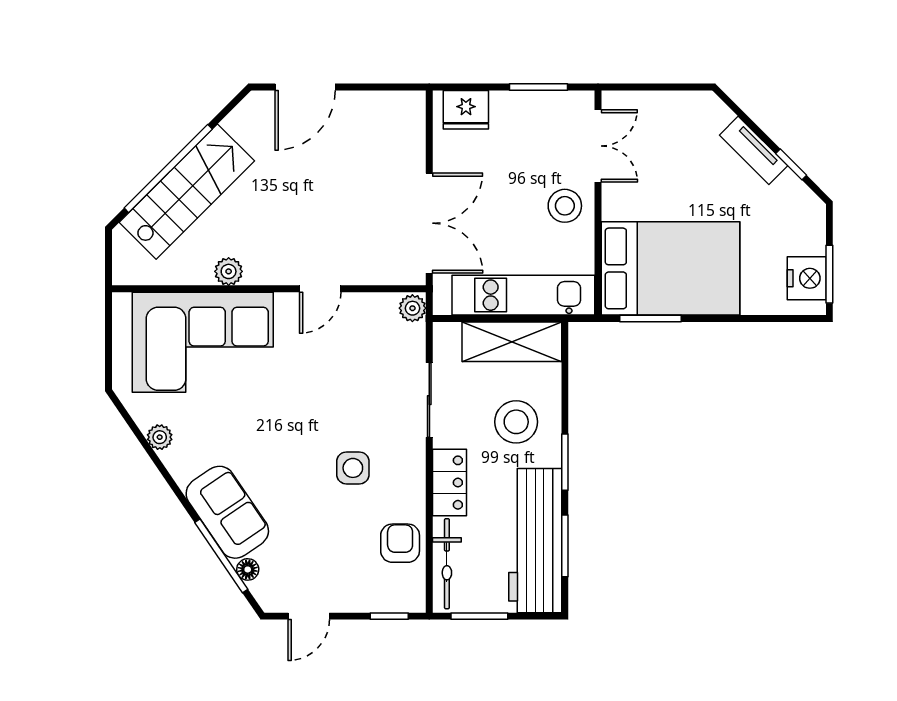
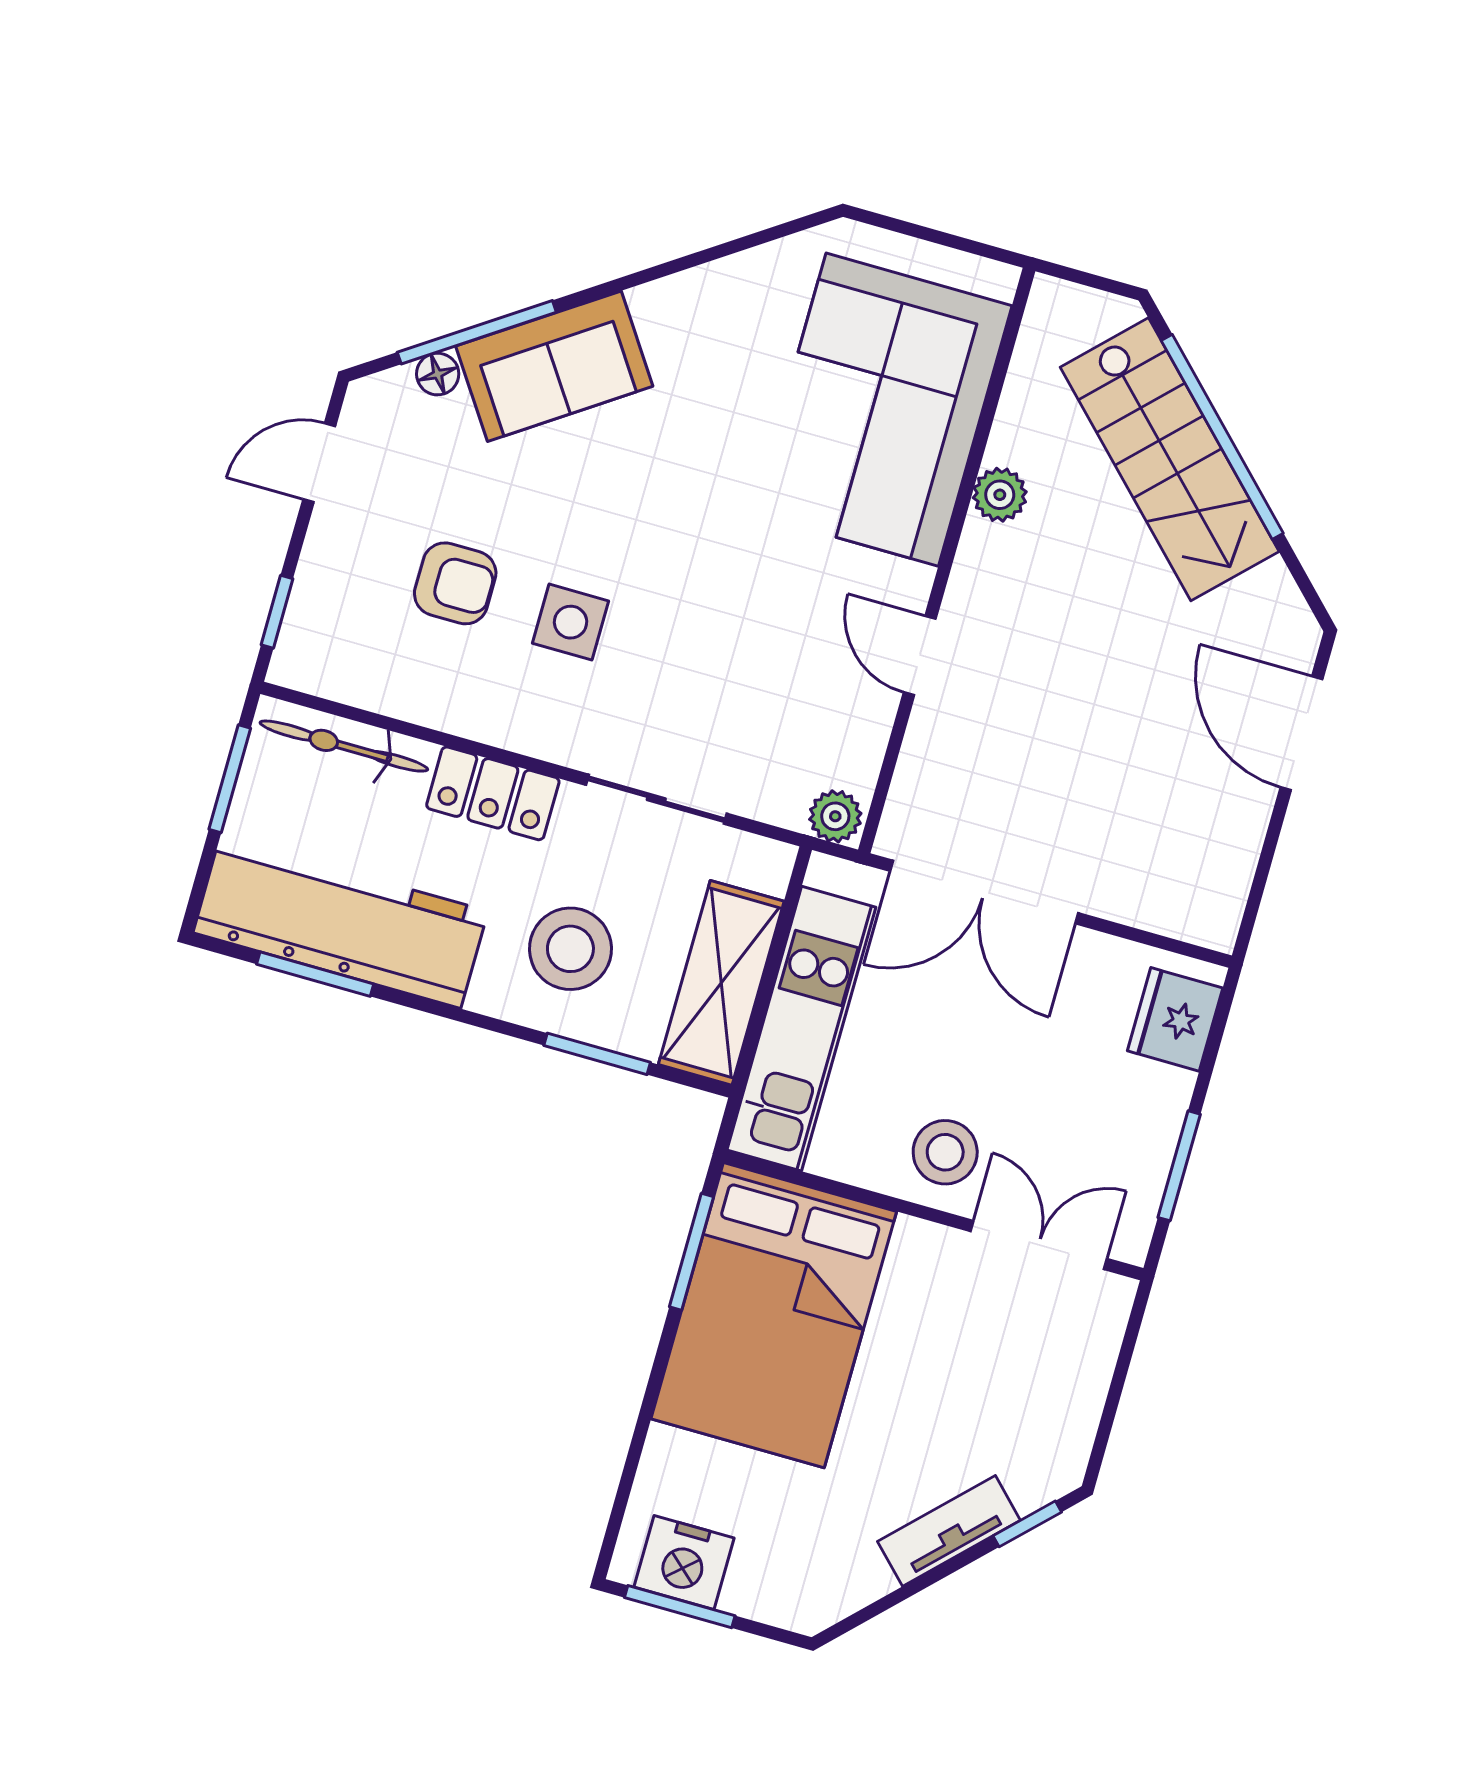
double door: (598, 146) -> (1039, 1245), swing flipped
window: (791, 164) -> (1027, 1524), moved
plant: (160, 437) -> (729, 280), removed
window: (565, 462) -> (597, 1054), moved
armchair: (400, 543) -> (455, 583), moved
door: (309, 616) -> (319, 463), hinge flipped

